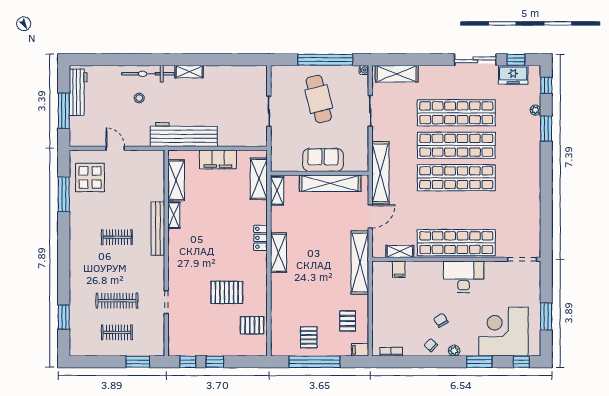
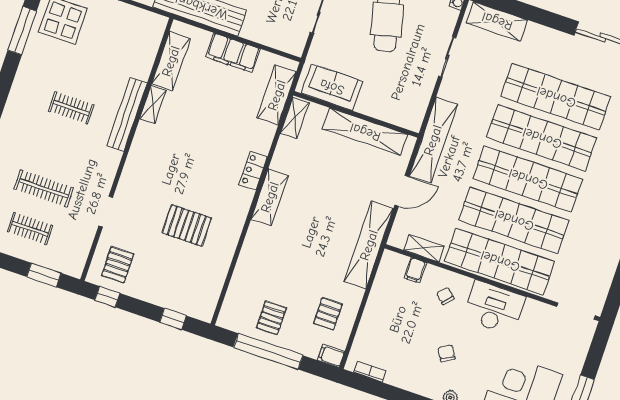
sofa: (323, 160) -> (332, 87), moved
shop shelf: (456, 210) -> (514, 220), added
pallet: (252, 325) -> (118, 265), moved, turned 90
chair: (431, 345) -> (445, 296), moved
window: (215, 362) -> (173, 319), moved

